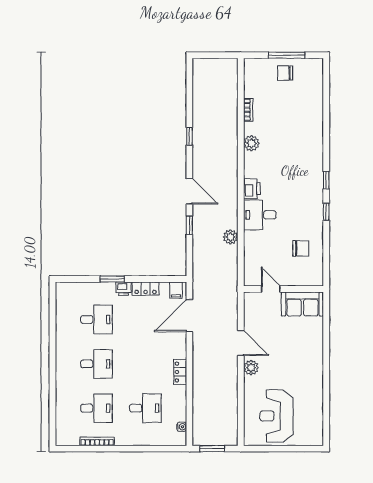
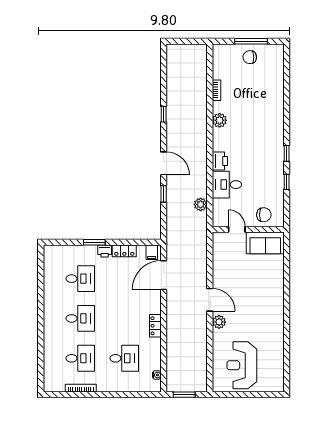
door: (271, 289) -> (237, 229), moved
wall: (283, 289) -> (248, 229), moved
sofa: (302, 304) -> (265, 243), moved

